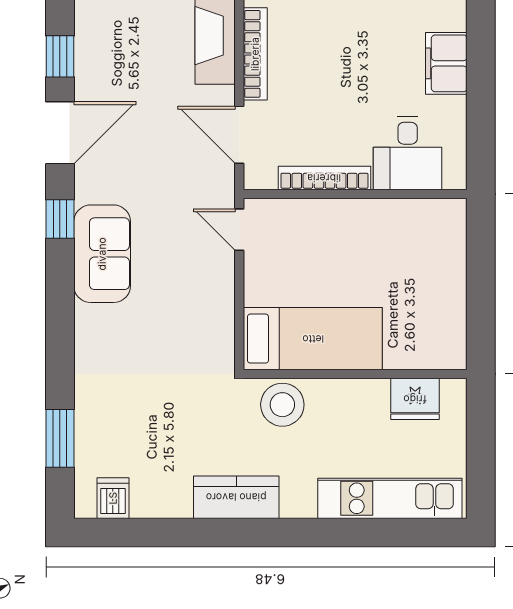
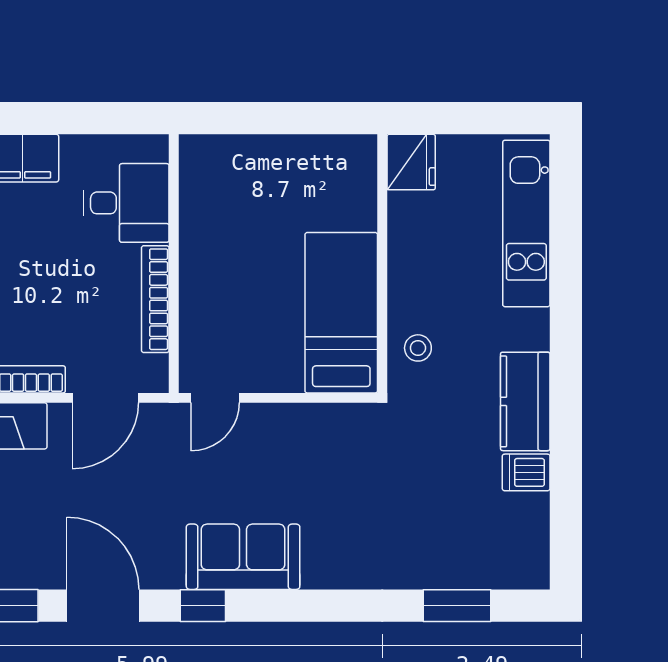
fridge: (415, 399) -> (411, 162), moved
stool: (282, 405) -> (418, 348), width x0.53, depth x0.53
dishwasher: (113, 498) -> (526, 472), moved

